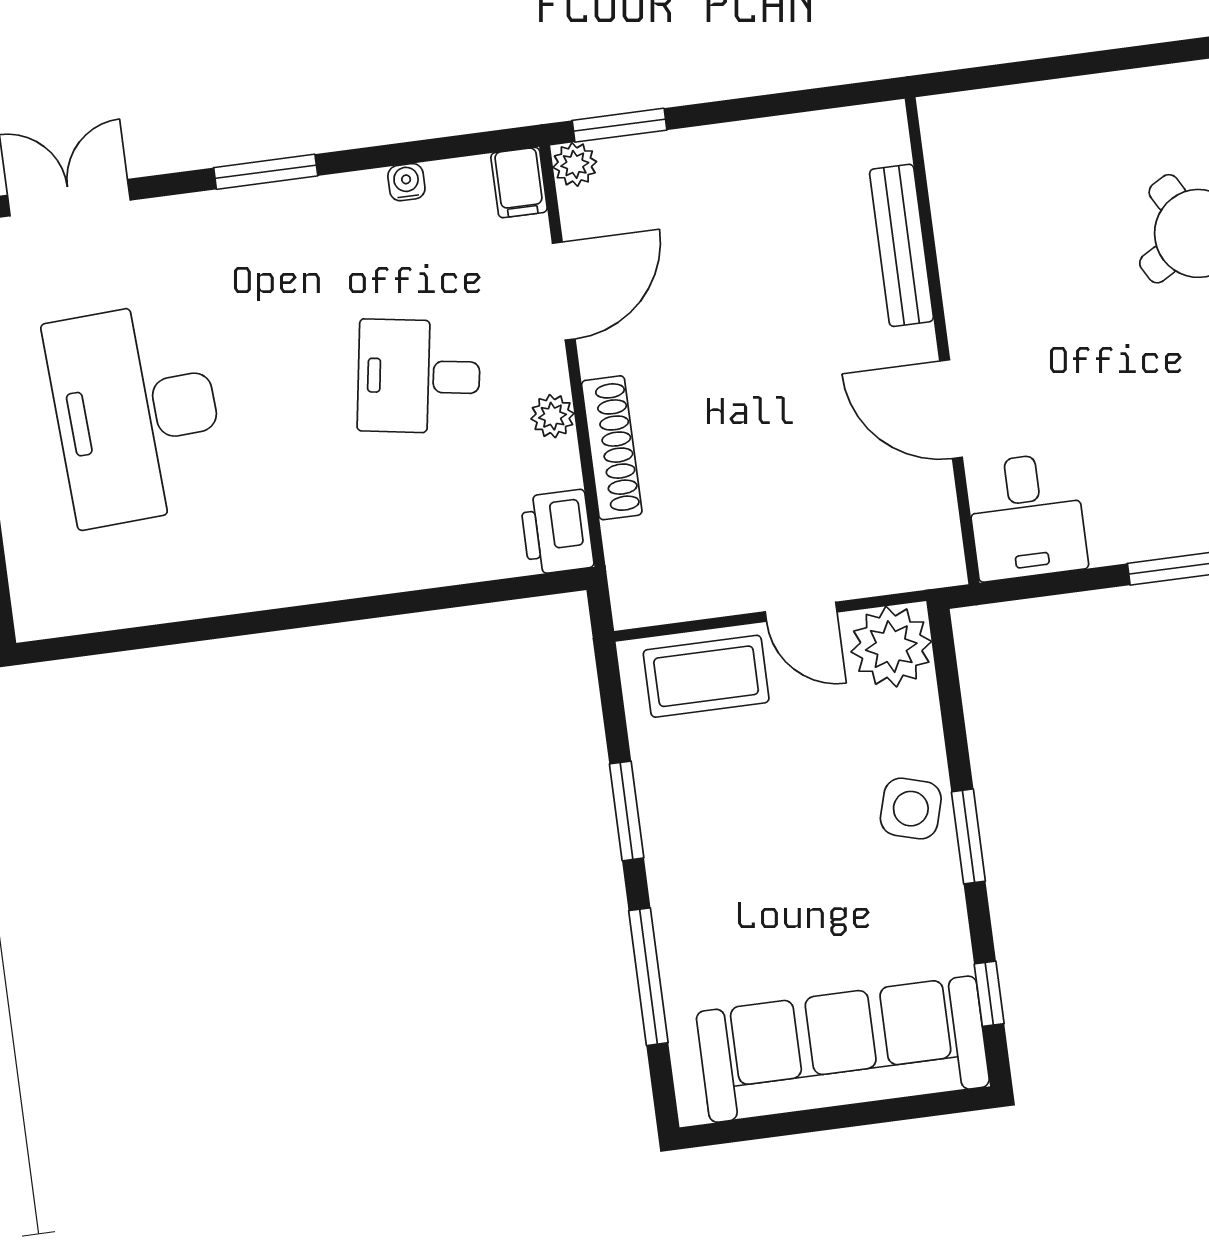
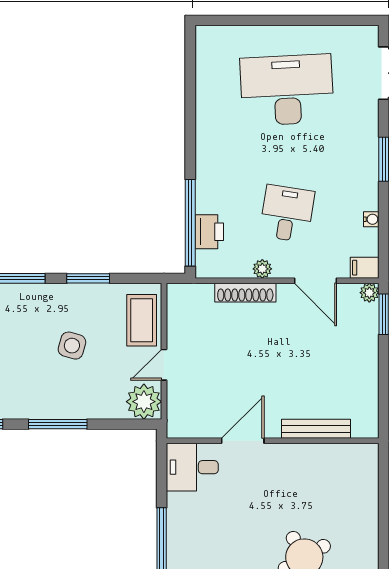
printer: (557, 532) -> (209, 232), moved, turned 90
window: (469, 595) -> (190, 223), added
side table: (911, 809) -> (72, 346), moved
window: (968, 836) -> (58, 424), width x1.44

